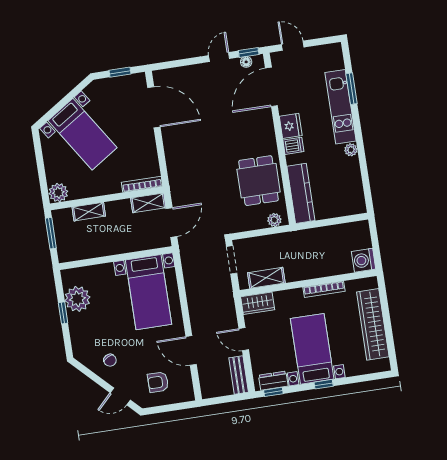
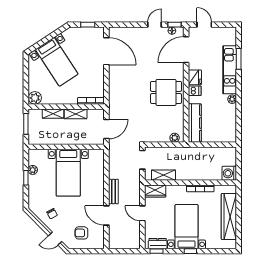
dining table: (259, 181) -> (166, 92), moved, turned 90
shelving: (148, 203) -> (76, 114), moved
bed with nightstands: (149, 292) -> (68, 173), moved
plant: (77, 299) -> (33, 170), width x0.53, depth x0.53
bench: (239, 375) -> (113, 192), moved

